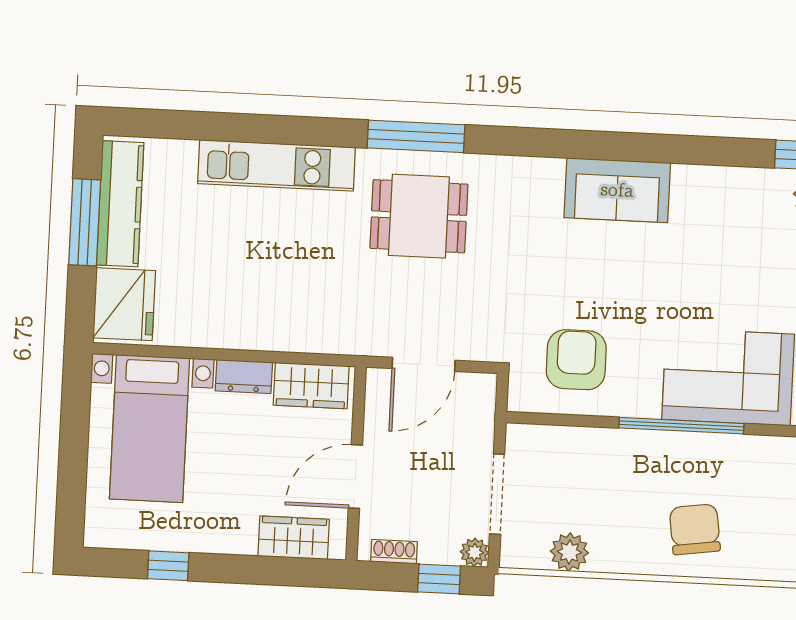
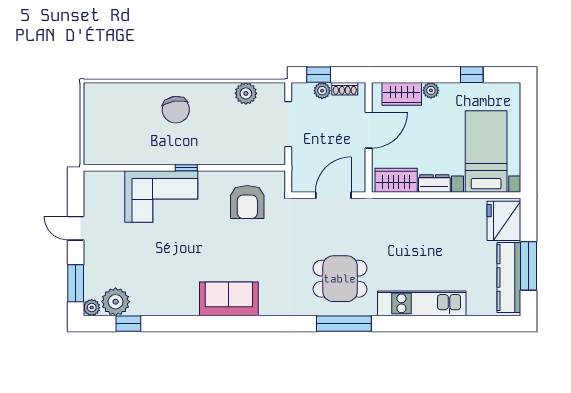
window: (681, 426) -> (186, 168), width x0.32
plant: (242, 541) -> (431, 90), added
plant: (475, 552) -> (322, 91), moved

